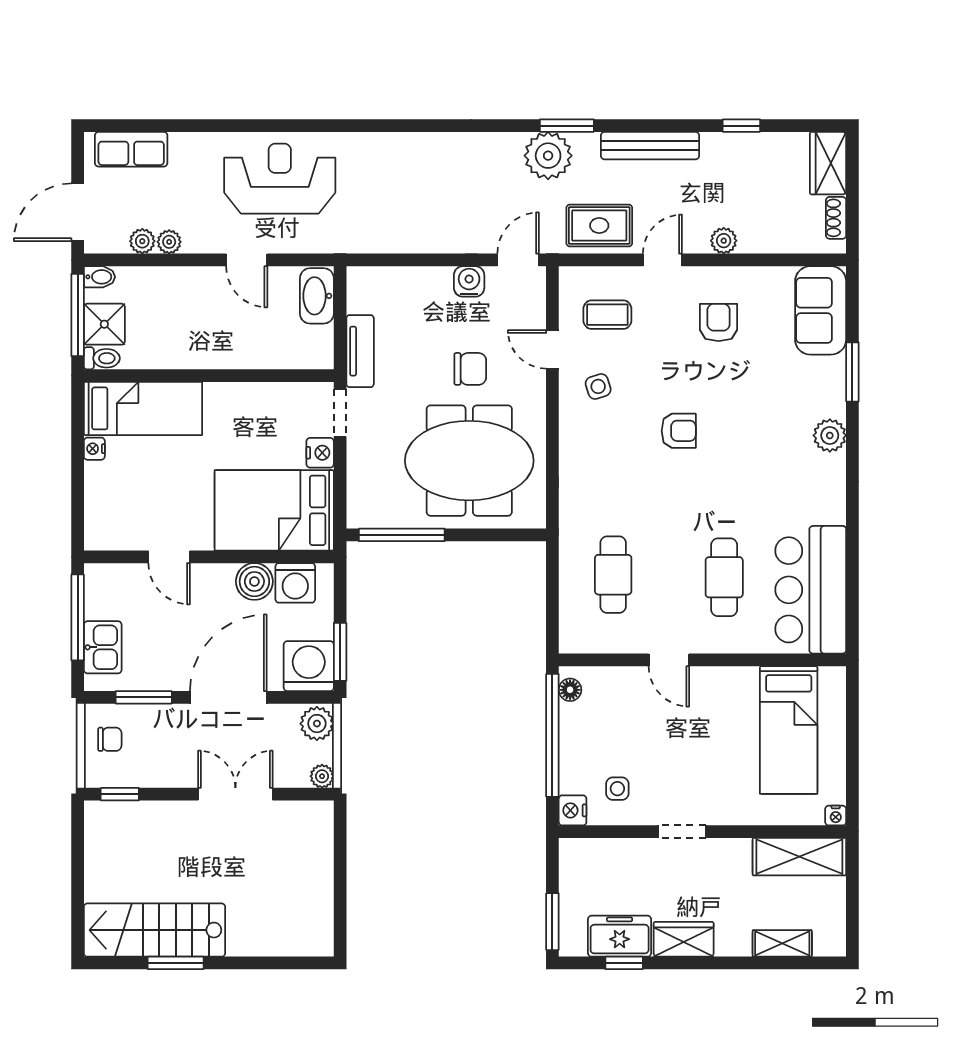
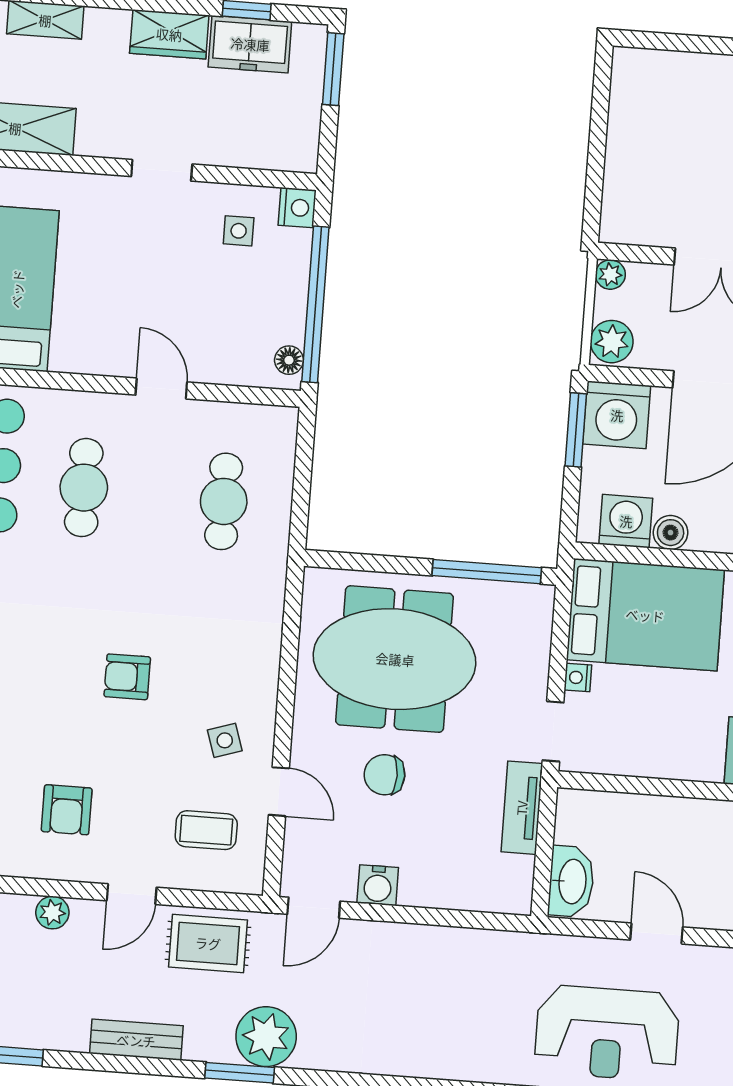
bench: (650, 146) -> (136, 1040), width x0.73
nightstand: (320, 453) -> (578, 678), width x0.72, depth x0.74
boiler: (254, 581) -> (671, 533), width x0.73, depth x0.73

